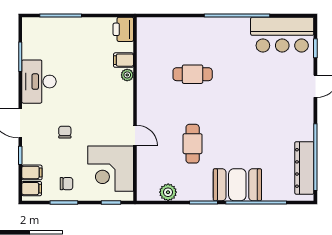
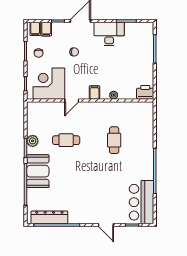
filing cabinet: (124, 60) -> (94, 92), moved
plant: (168, 192) -> (33, 141), moved

